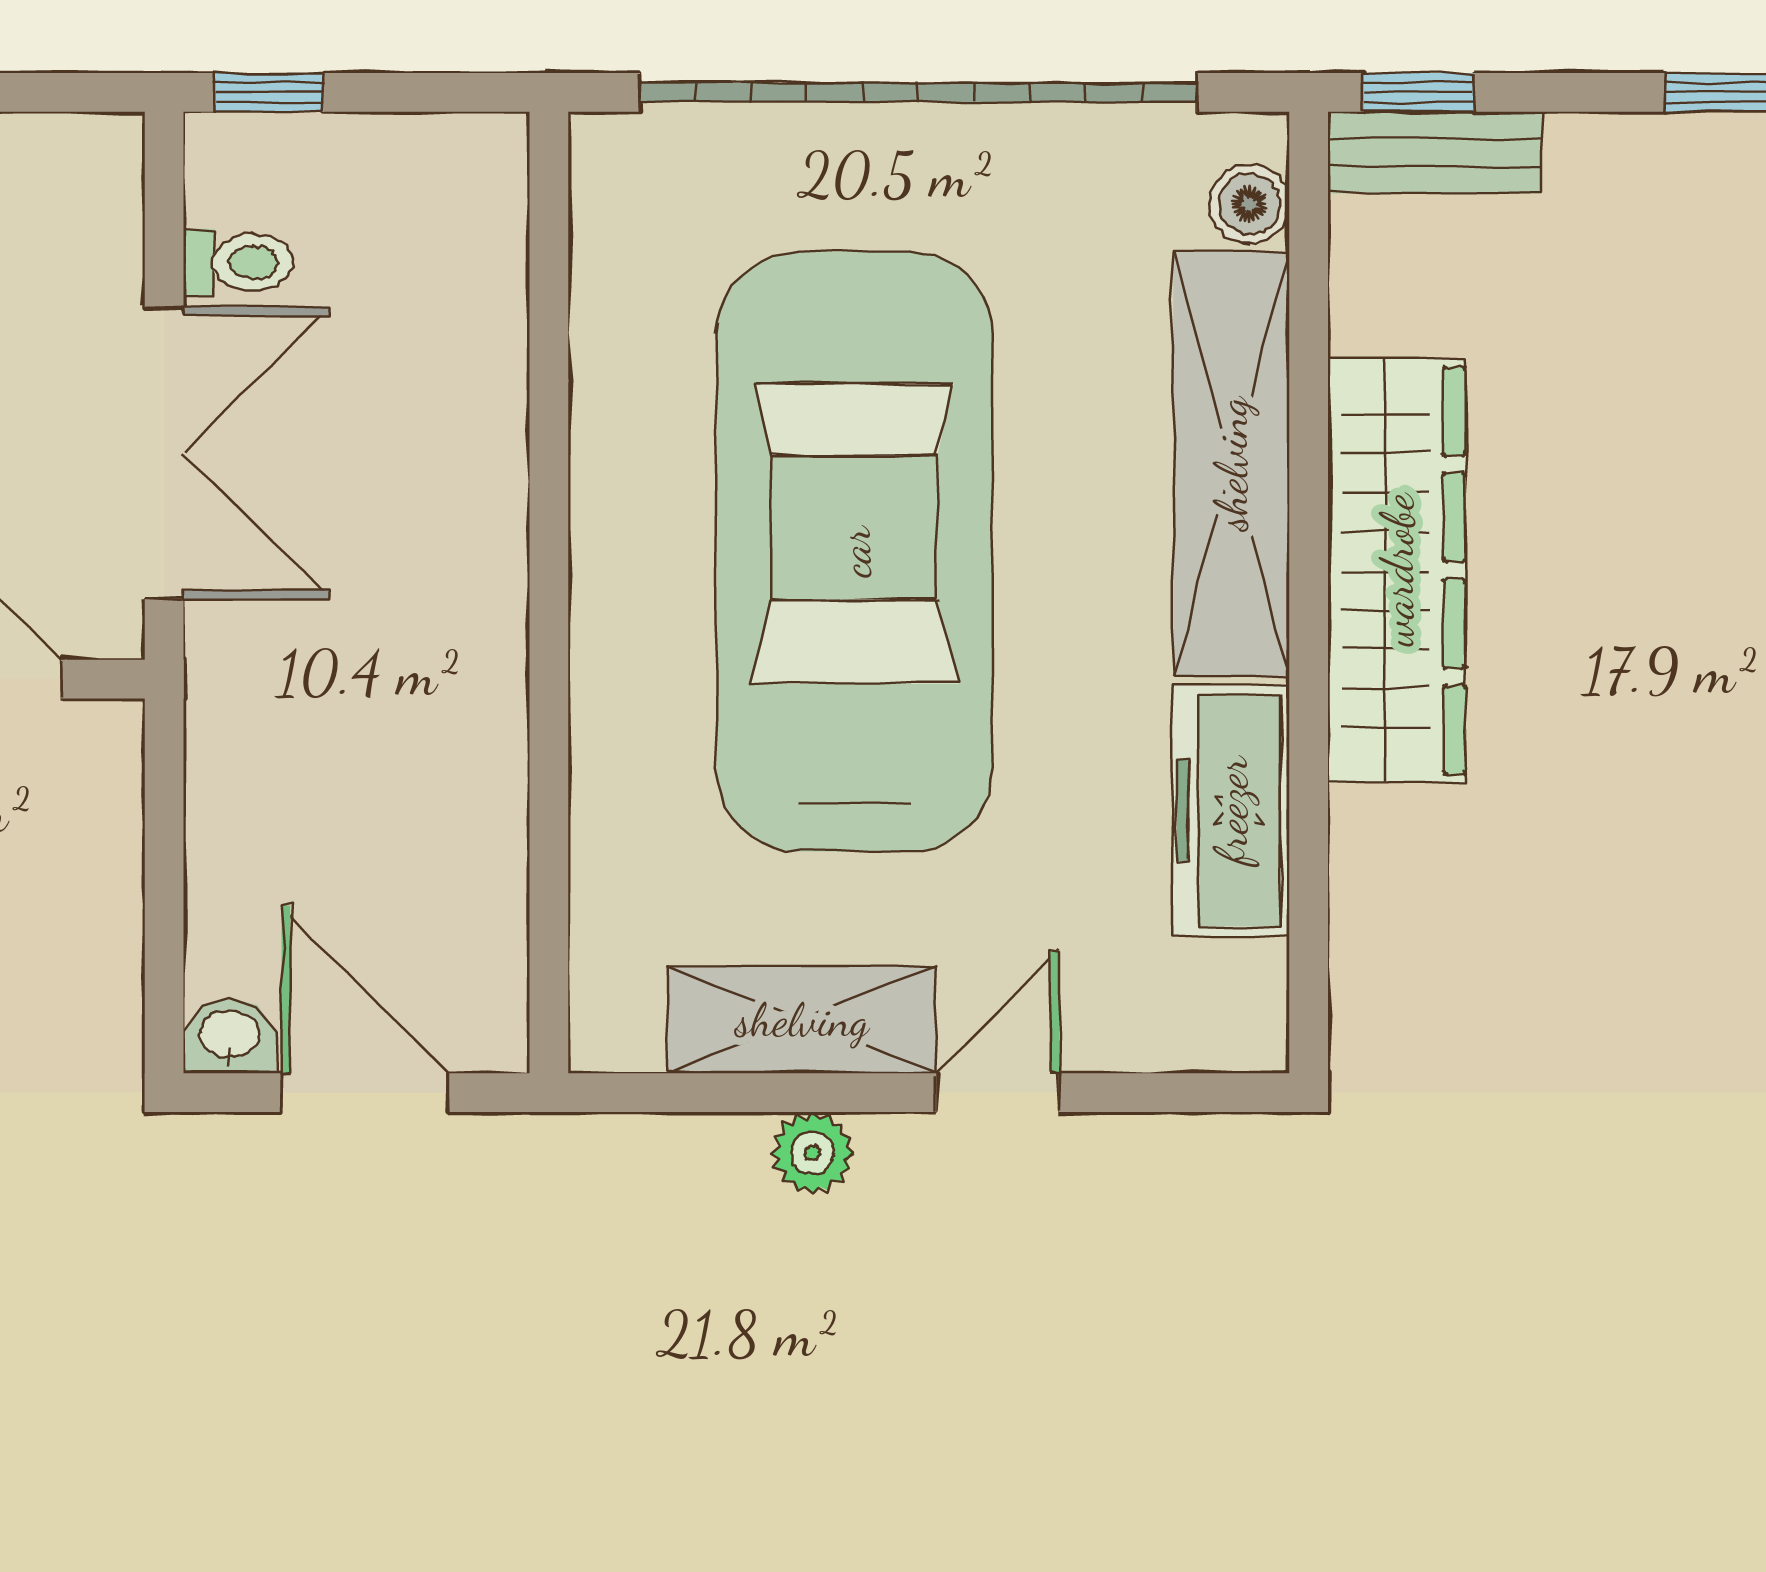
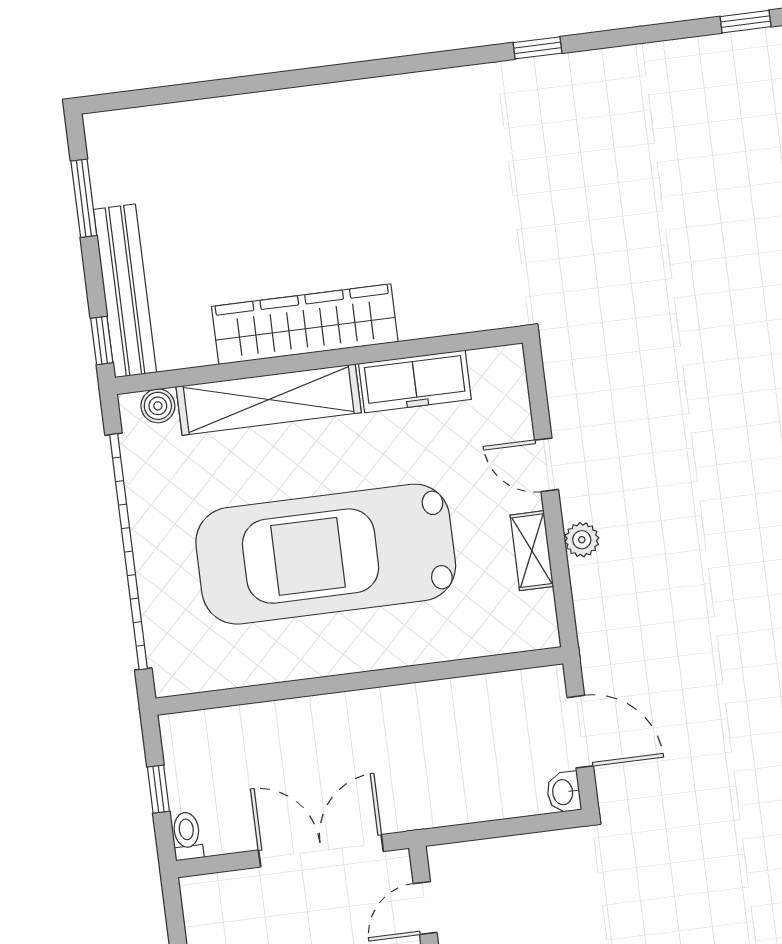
window: (269, 92) -> (158, 789), moved
bench: (1435, 152) -> (125, 291), width x1.86, depth x1.21
toilet: (238, 263) -> (187, 836), moved
shelving: (802, 1020) -> (532, 551), width x0.67, depth x0.75
door: (365, 1093) -> (580, 732), swing flipped

